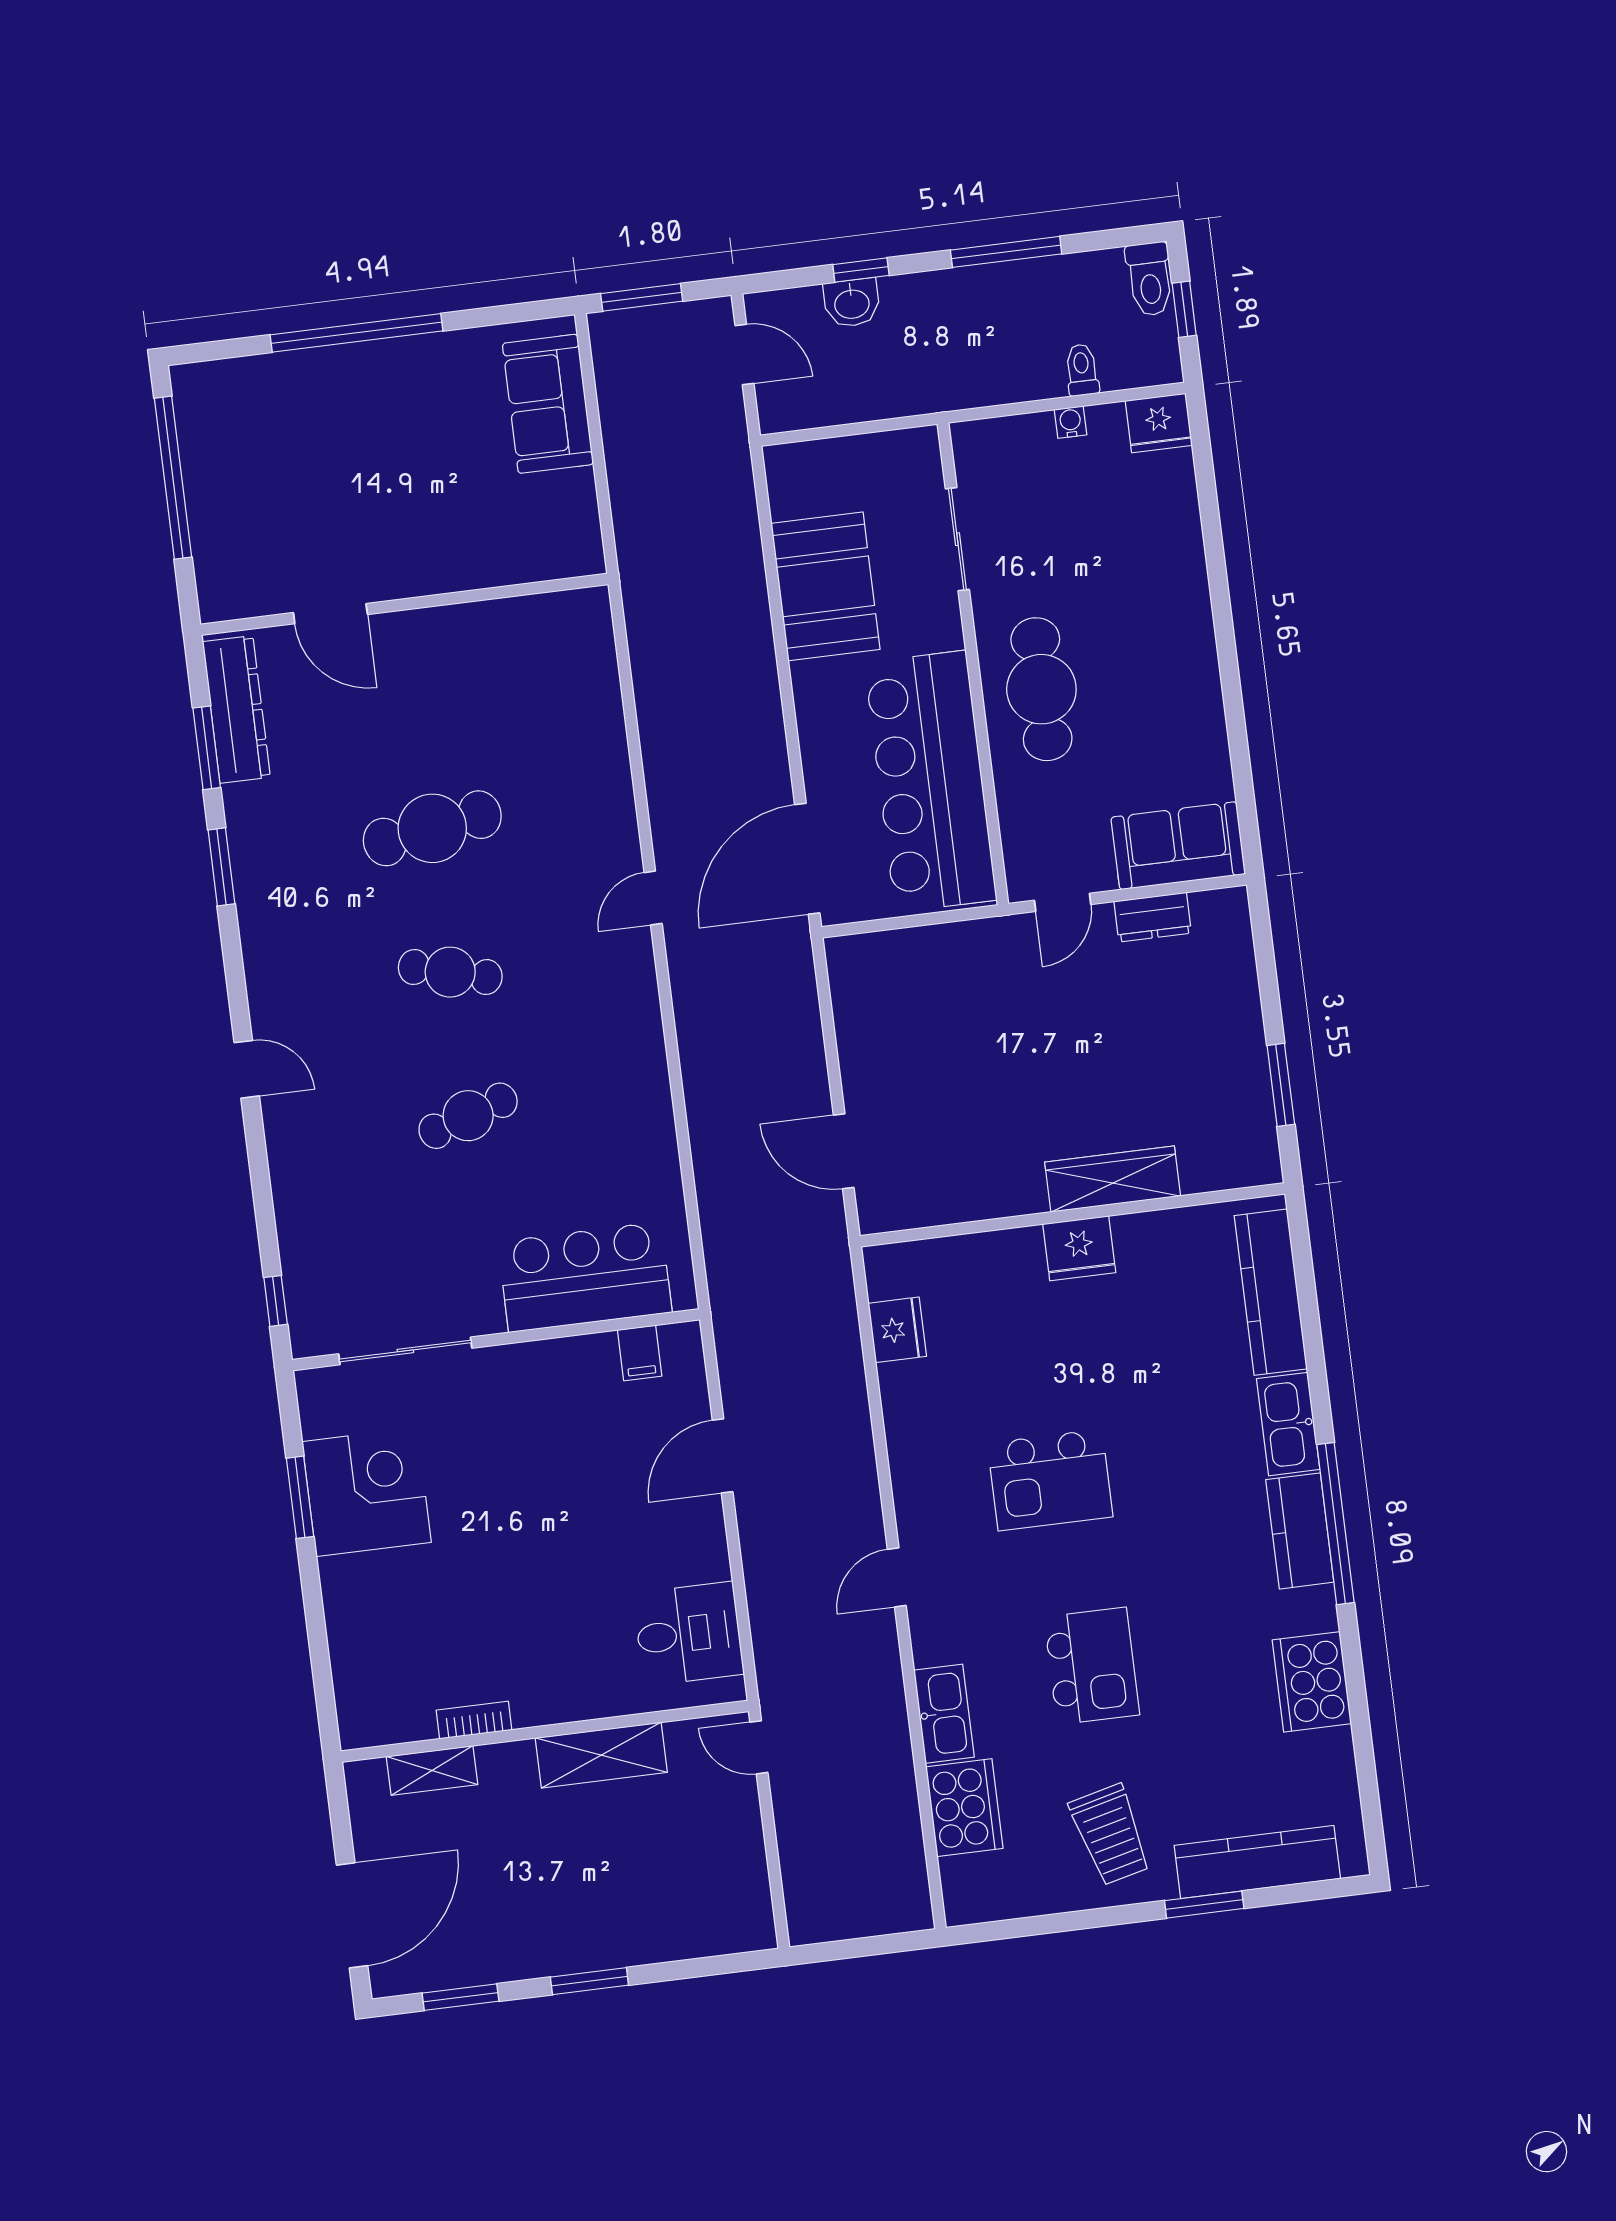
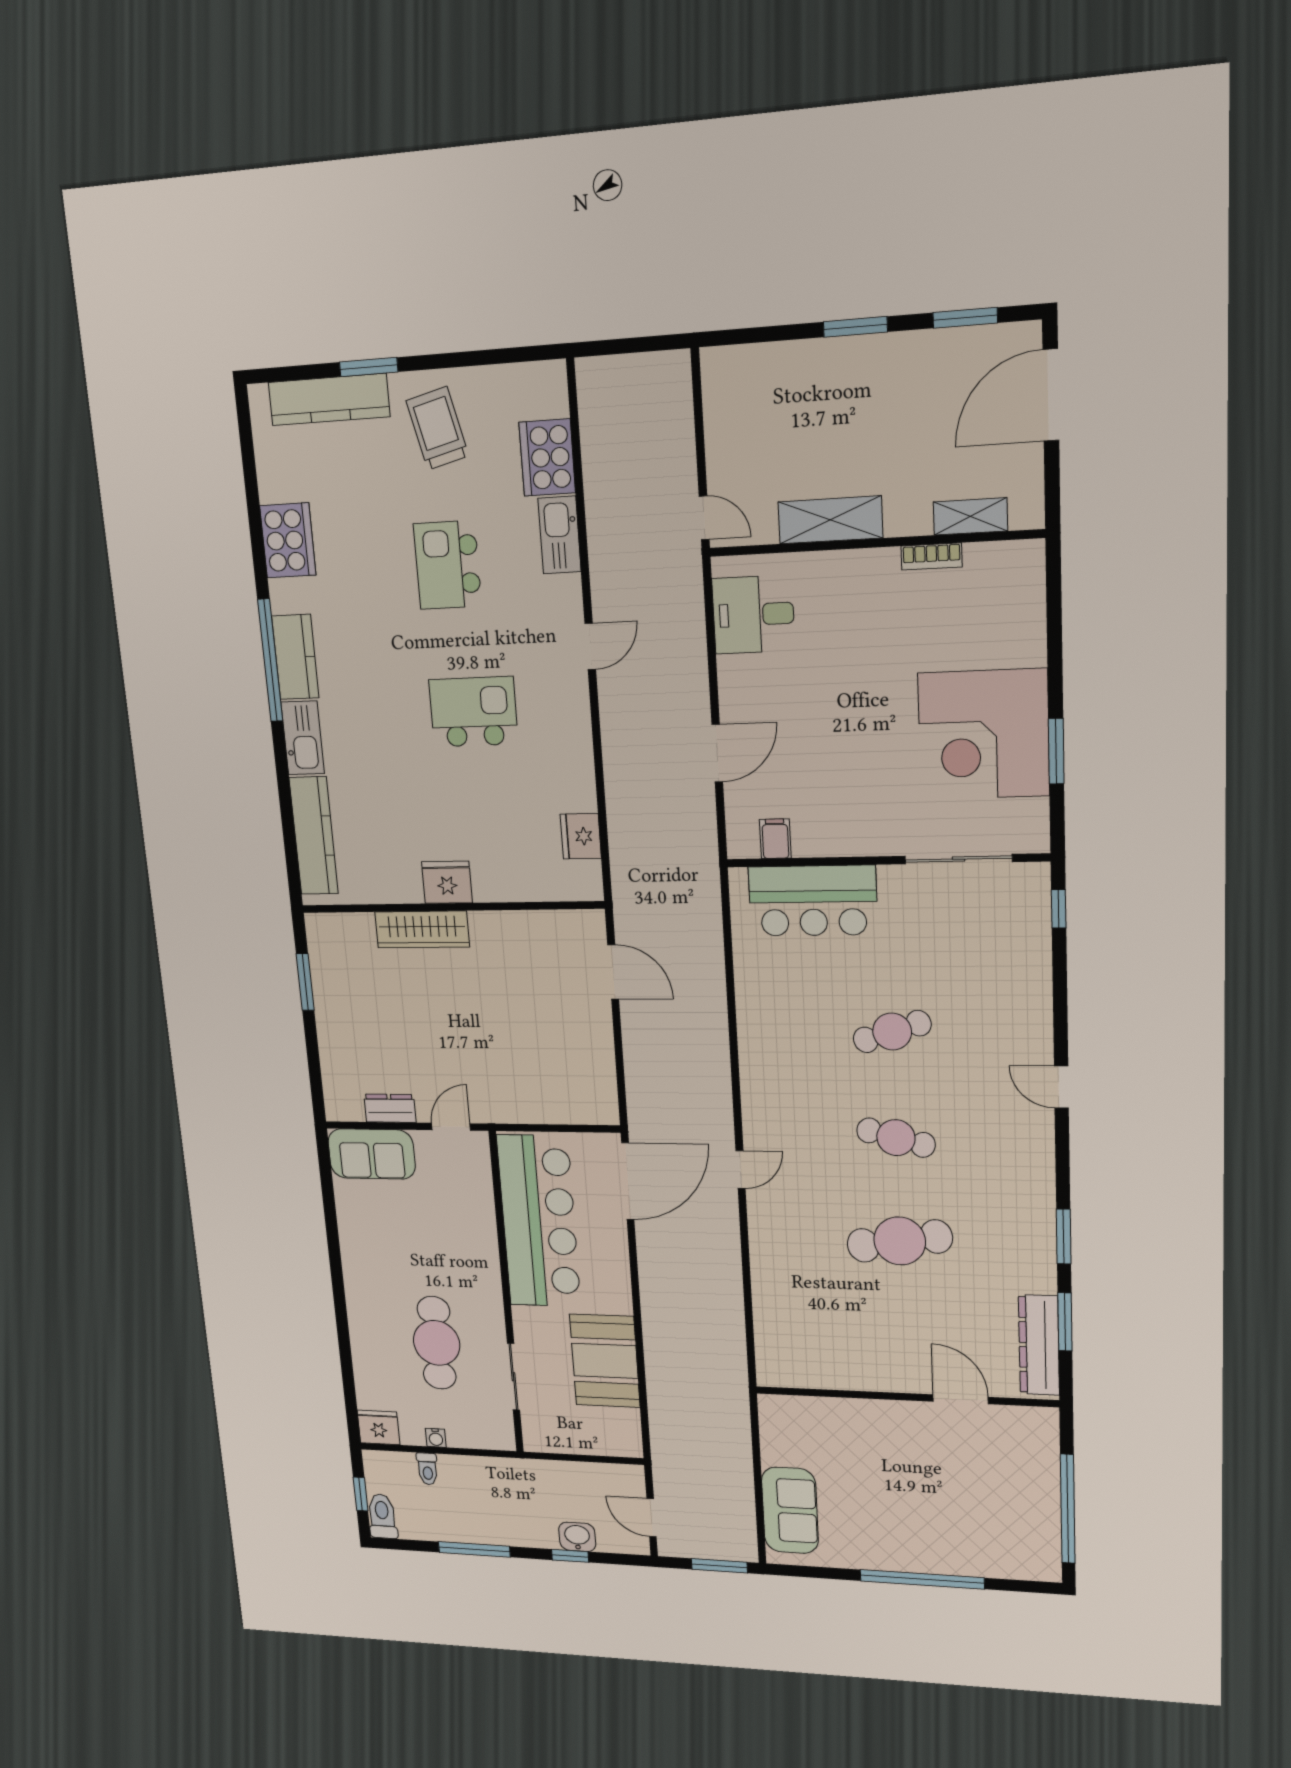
cafe table: (1041, 689) -> (437, 1343), moved
corner desk: (367, 1492) -> (984, 734), width x1.36, depth x1.36

